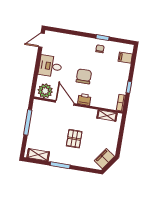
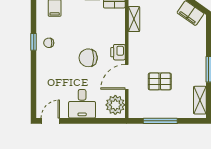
door: (41, 40) -> (50, 121), swing flipped
pallet: (74, 139) -> (160, 81), moved

